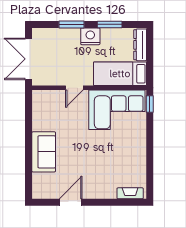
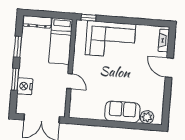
nightstand: (90, 36) -> (25, 86), moved
corner sofa: (117, 110) -> (111, 39), moved, turned 90
plant: (40, 181) -> (147, 117), added
door: (71, 202) -> (169, 68), moved

